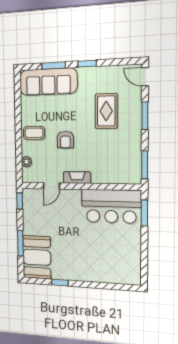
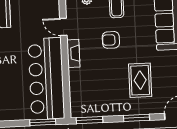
rug: (106, 111) -> (140, 80), turned 90
bar counter: (111, 206) -> (46, 79), width x1.36

